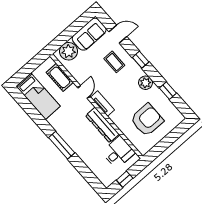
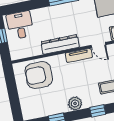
armchair: (147, 120) -> (39, 75), moved, turned 90
desk: (118, 152) -> (20, 25), moved, turned 180

